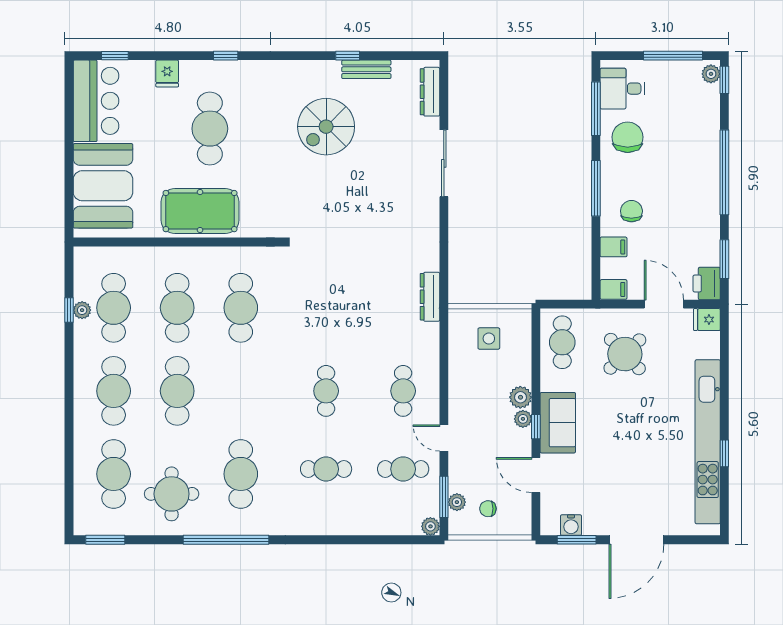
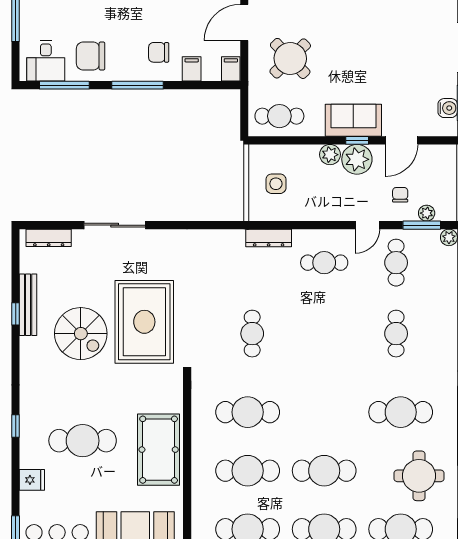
bench: (366, 69) -> (28, 305), width x1.36
rug: (339, 196) -> (144, 322), added
dresser: (430, 297) -> (269, 238), moved
cafe table: (326, 391) -> (252, 334), moved, turned 90
plant: (523, 419) -> (357, 159), width x1.87, depth x1.87
chair: (488, 509) -> (400, 195), moved, turned 180

